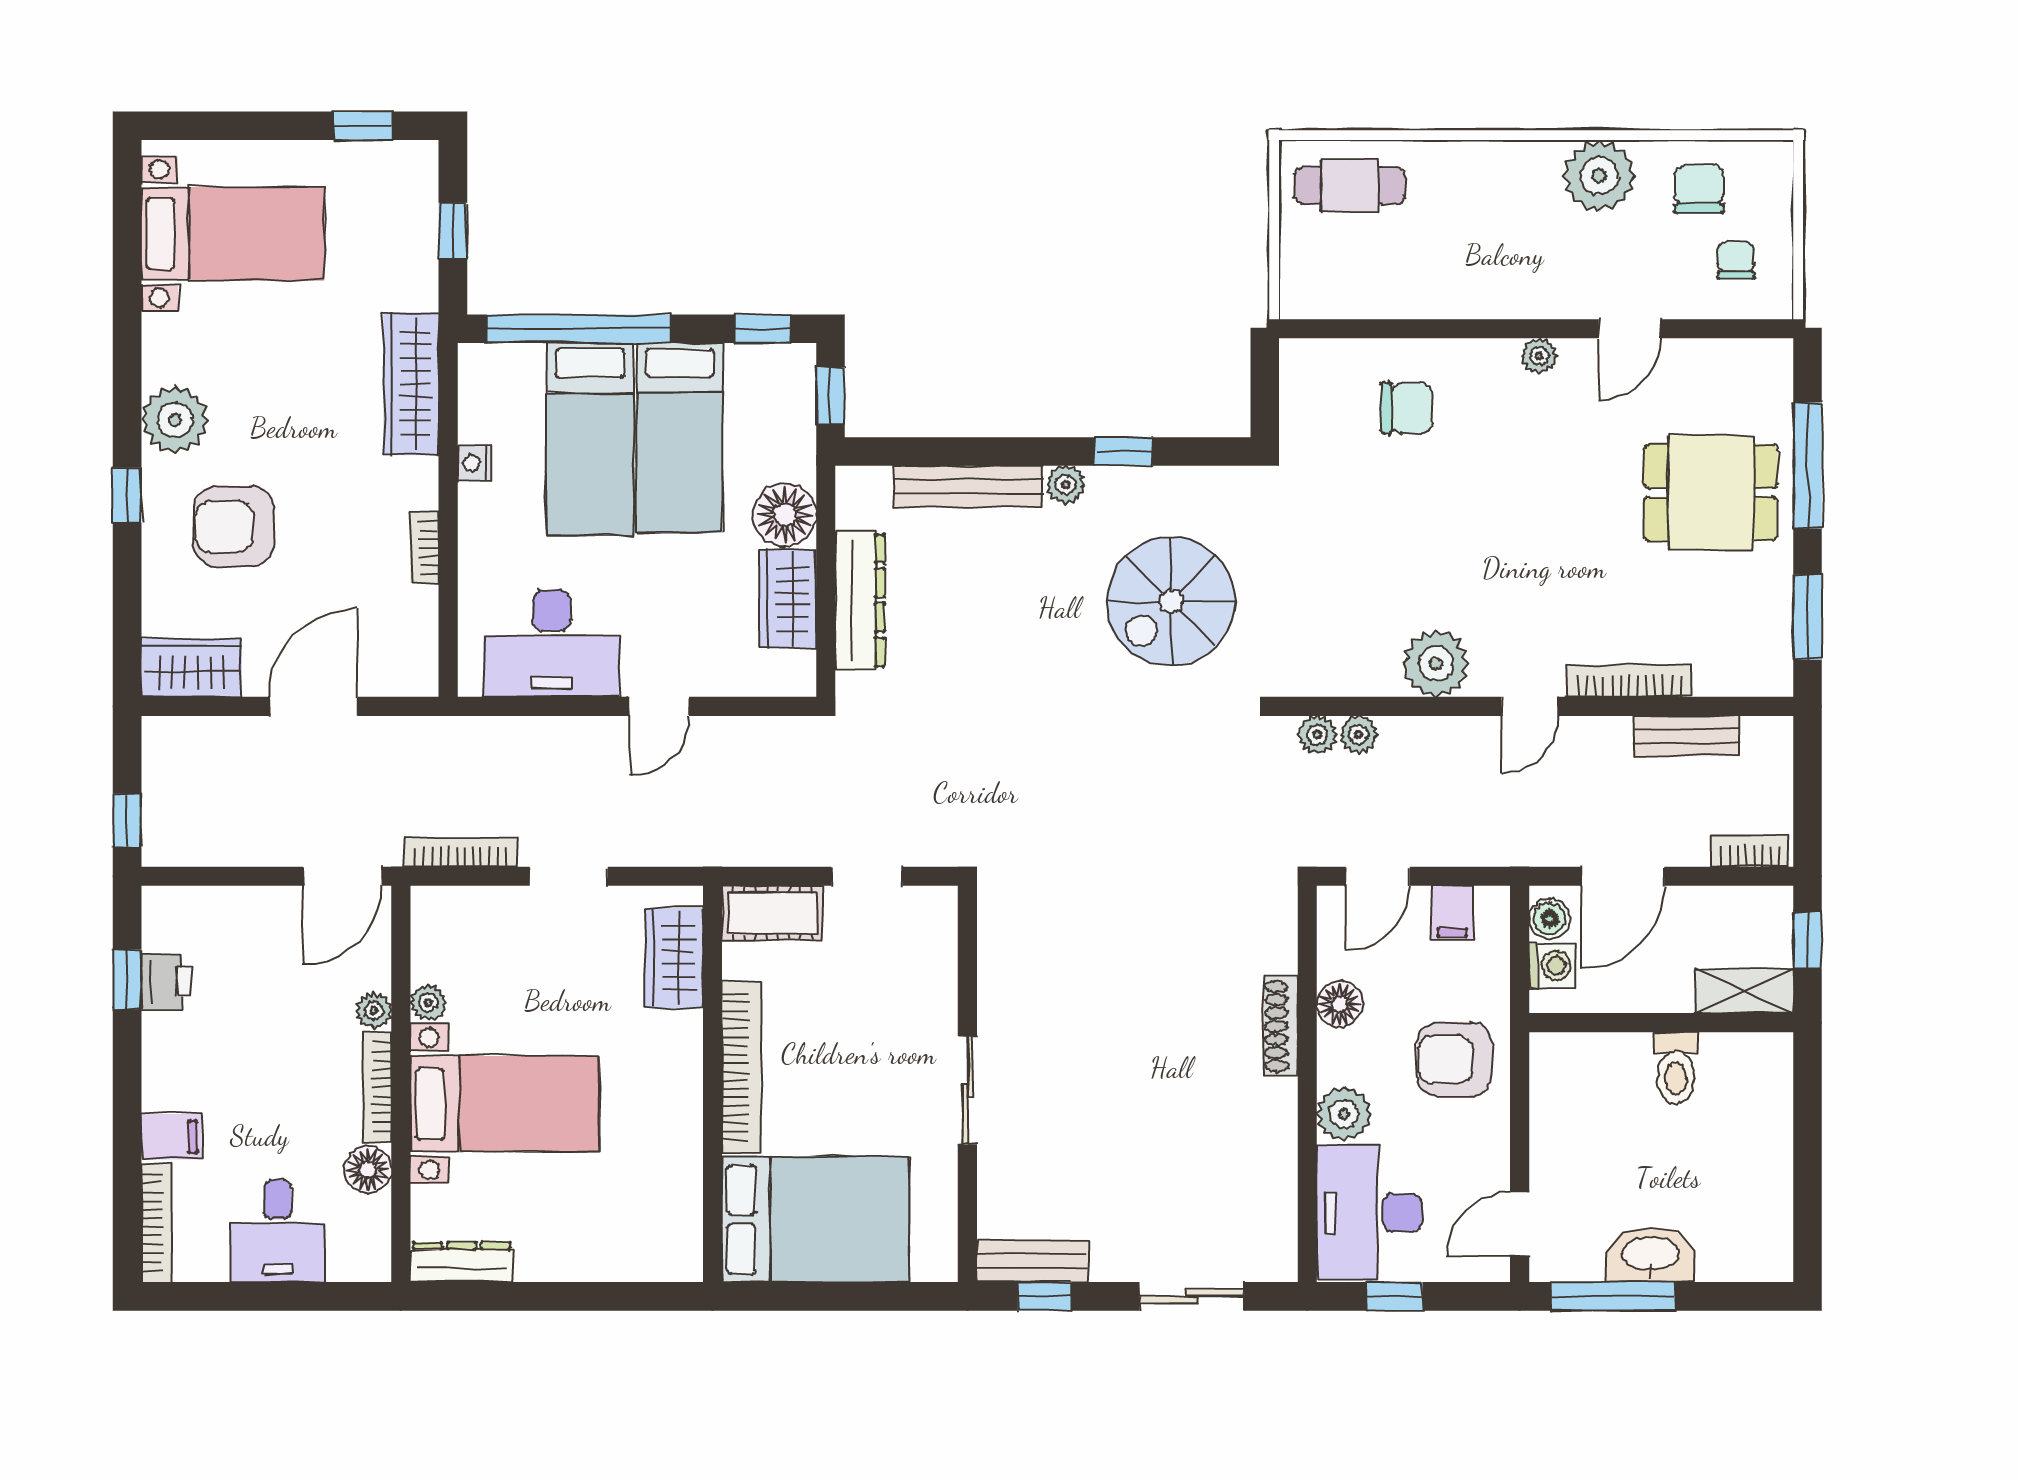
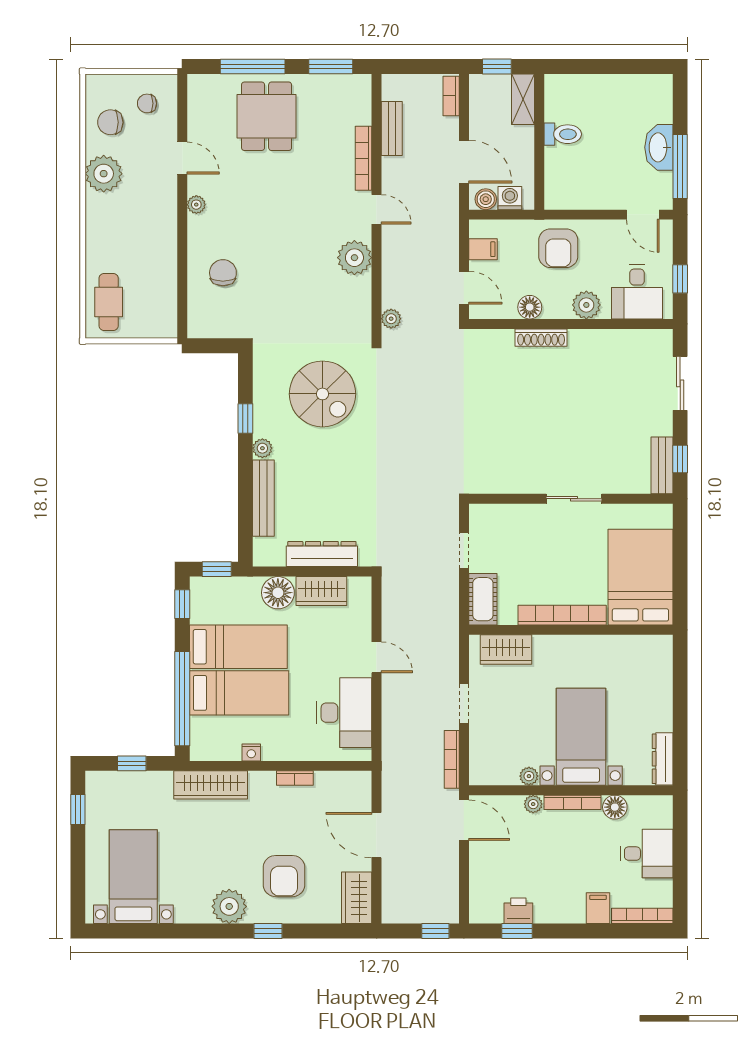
plant: (1359, 734) -> (391, 297), removed
desk: (1370, 1213) -> (637, 292), width x0.73

